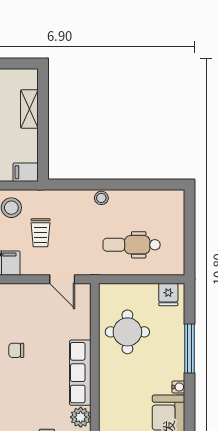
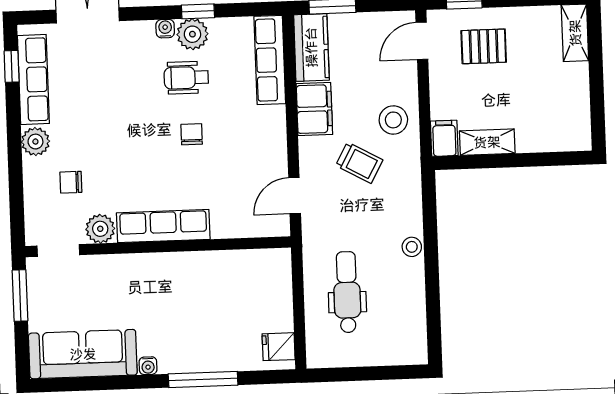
shelving: (29, 109) -> (487, 142), moved
trolley: (41, 233) -> (359, 163), turned -151
round table: (127, 332) -> (223, 291), removed

